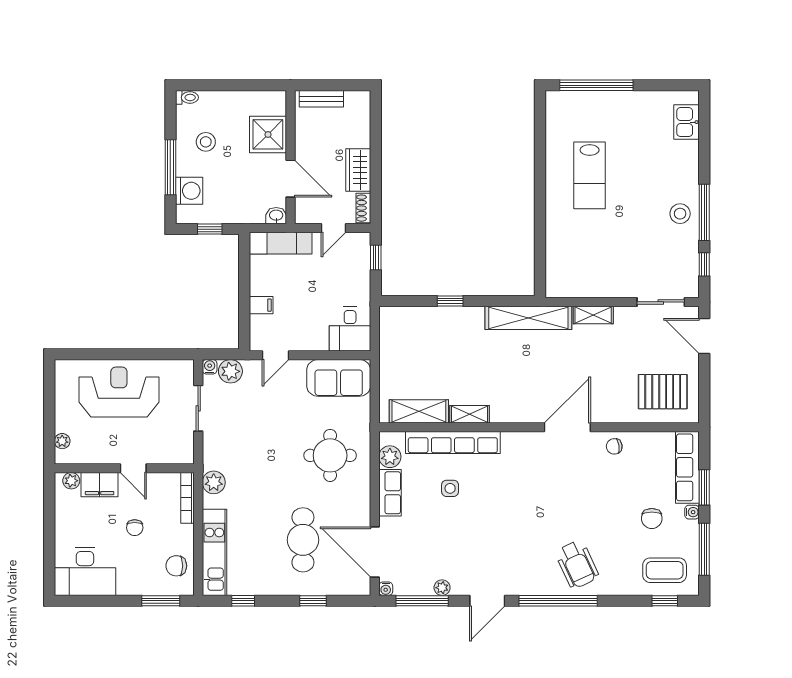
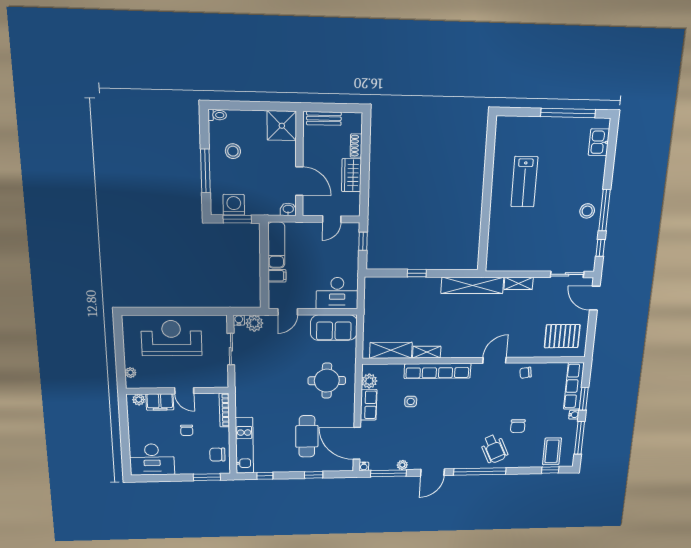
window: (596, 85) -> (568, 113), moved
shower: (268, 134) -> (282, 126), moved
washing machine: (189, 191) -> (234, 205), moved, turned -90
shoe rack: (363, 208) -> (356, 146), moved
window: (210, 229) -> (237, 219), width x1.50
exam couch: (281, 243) -> (276, 245), moved, turned -90
desk: (350, 329) -> (337, 293), width x1.37
door: (567, 427) -> (494, 360), width x0.73
row of seats: (453, 442) -> (438, 371), moved
plant: (214, 482) -> (243, 400), removed
chair: (652, 519) -> (518, 426), moved
coffee table: (665, 570) -> (552, 451), turned 90

